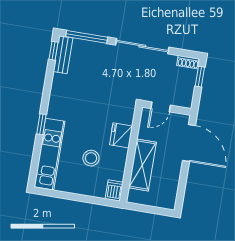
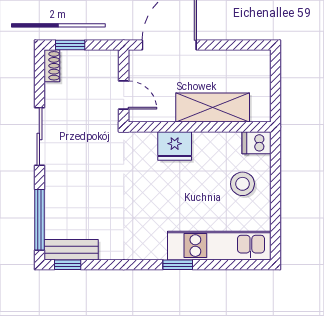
sliding door: (142, 46) -> (39, 137), width x0.73
stool: (91, 158) -> (242, 184), moved

